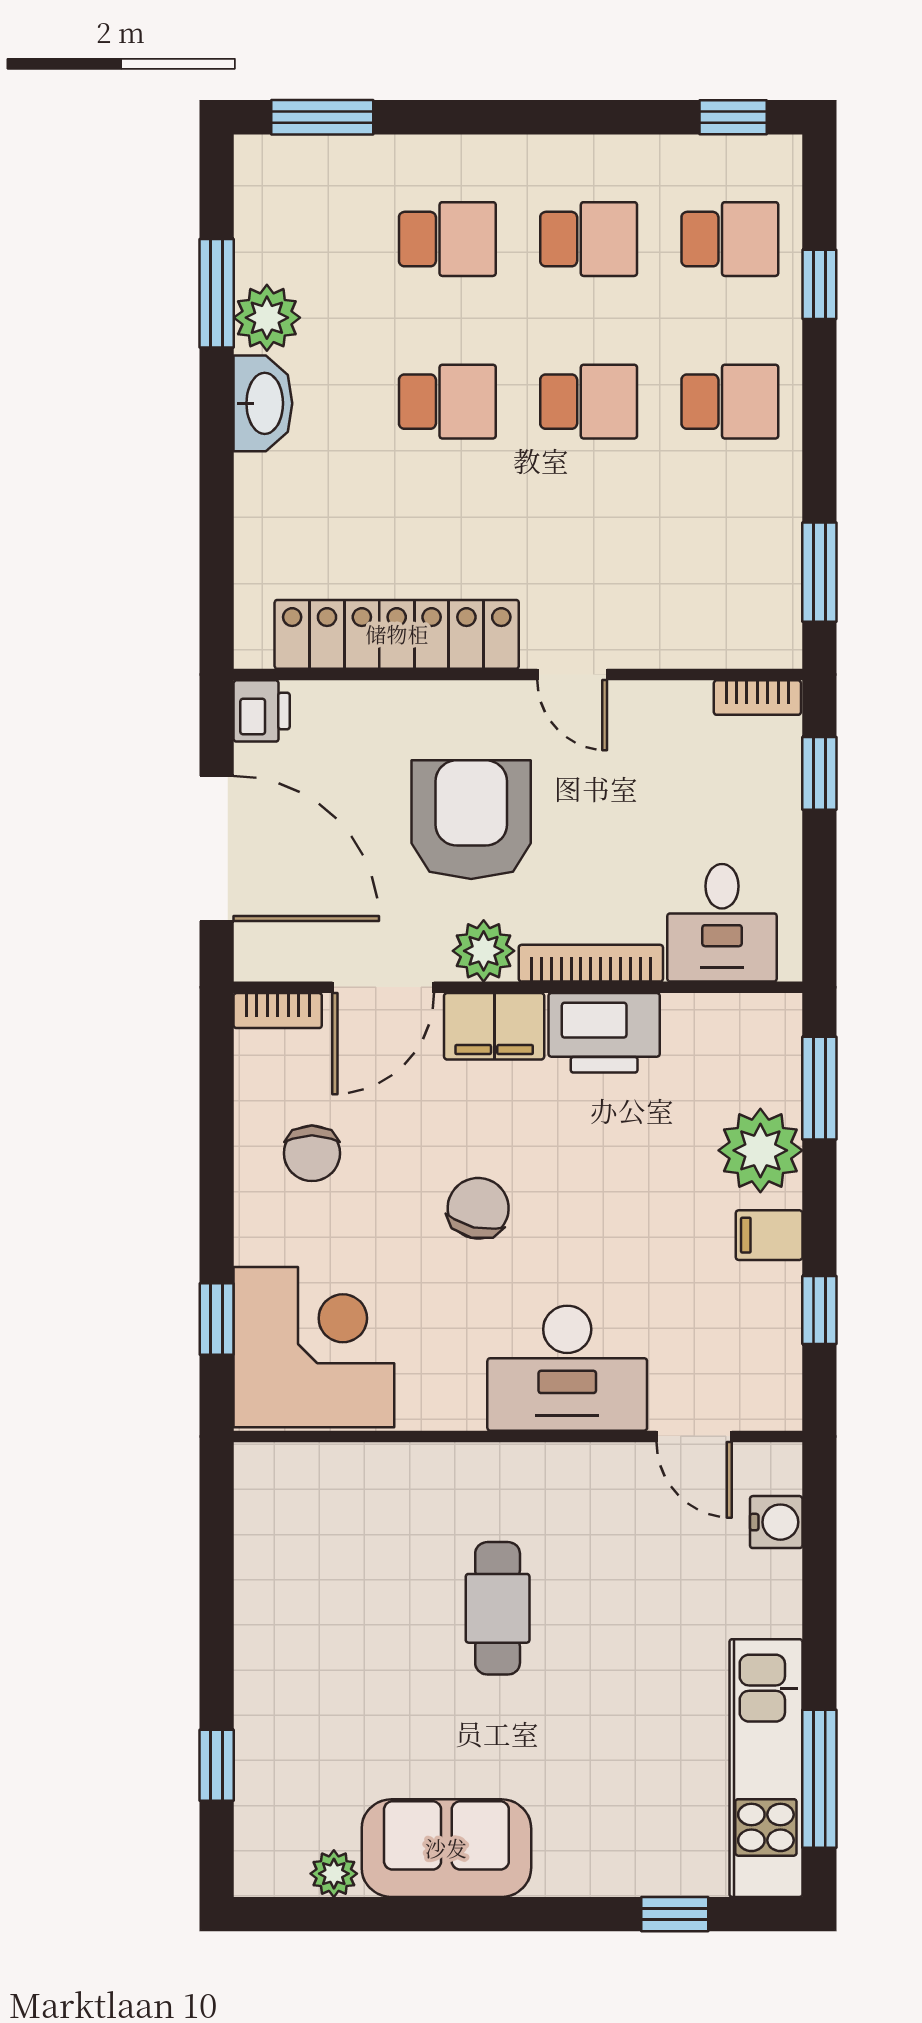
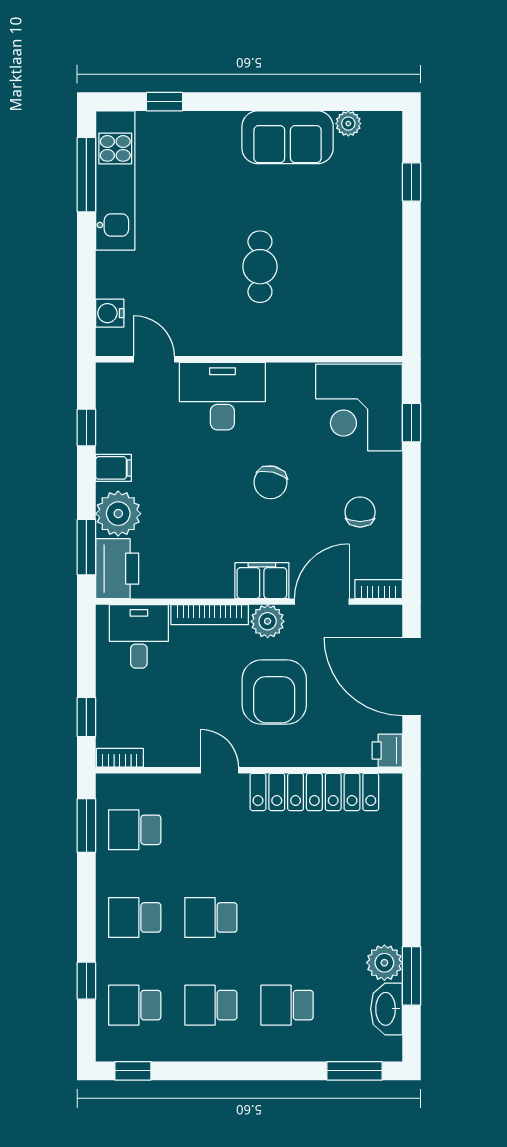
school desk: (447, 402) -> (135, 830), moved
washbasin: (263, 403) -> (387, 1009), moved
printer: (604, 1033) -> (117, 569), moved, turned 90

